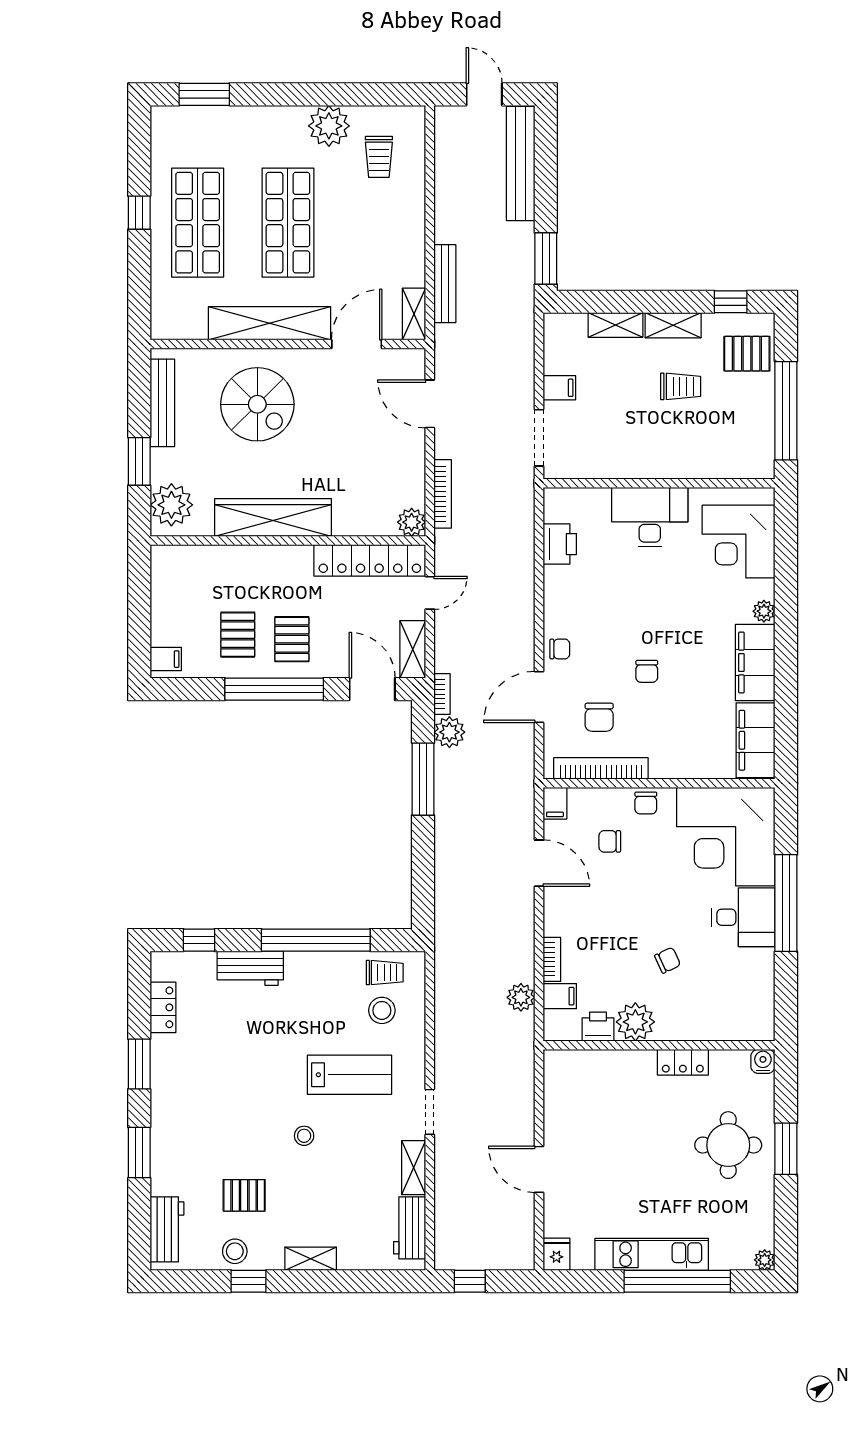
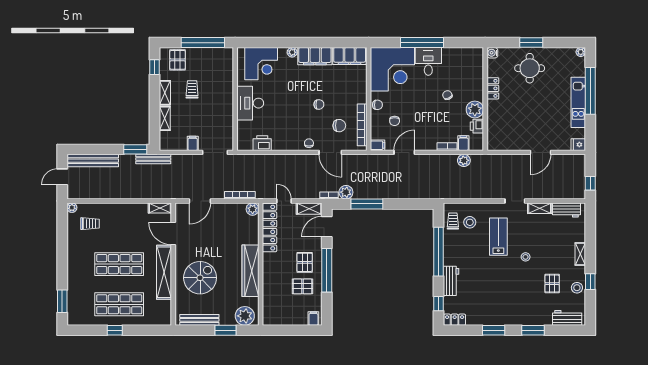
plant: (329, 126) -> (72, 208), moved, width x0.53, depth x0.53
bench: (445, 284) -> (153, 159), moved
pallet: (292, 639) -> (305, 262), turned 90
locker: (163, 1007) -> (455, 320), moved

